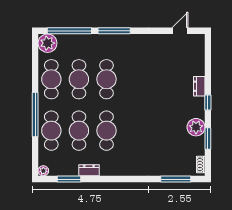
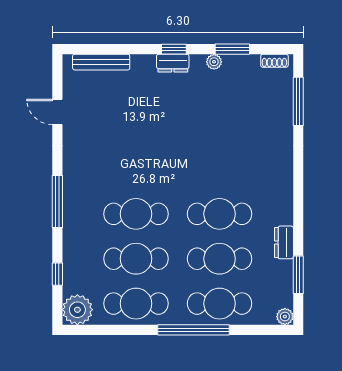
window: (69, 31) -> (57, 274), width x0.32
door: (180, 31) -> (57, 112), moved
bench: (200, 58) -> (101, 62), added
dresser: (199, 86) -> (173, 63), moved
plant: (196, 127) -> (214, 62), width x0.53, depth x0.53

